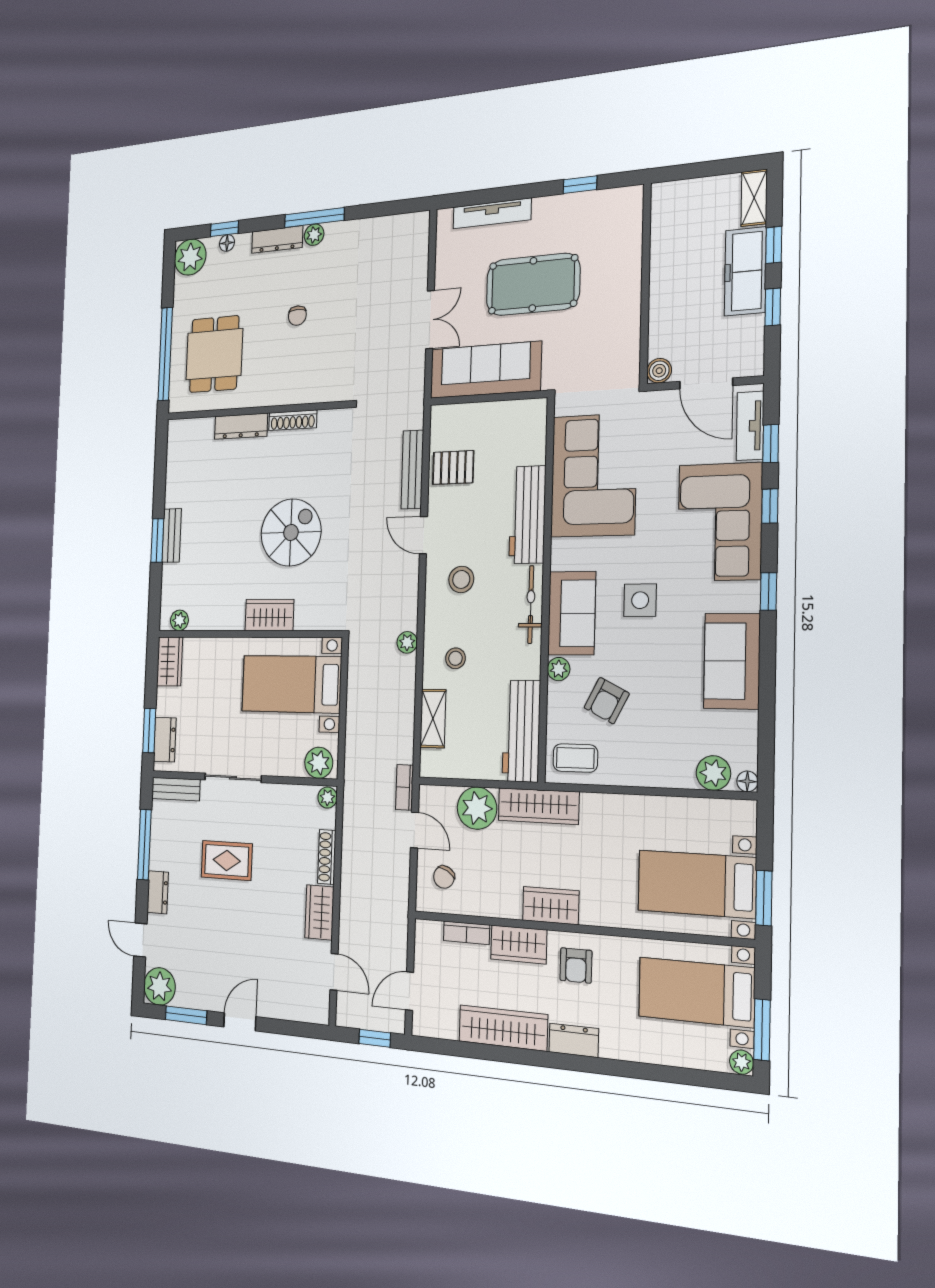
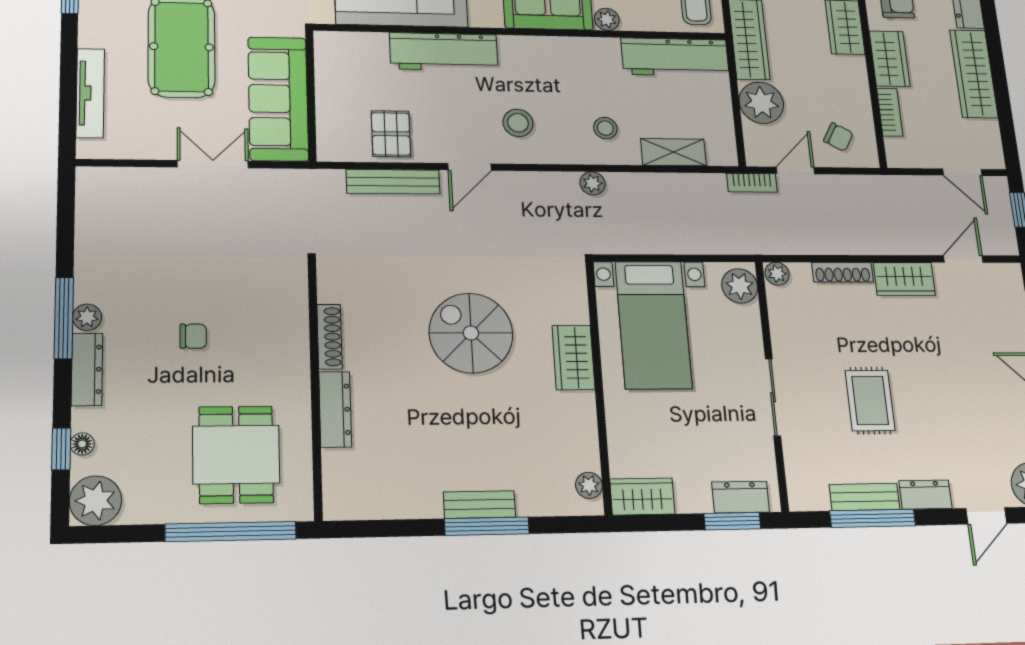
dining table: (214, 354) -> (236, 455), turned 90
window: (157, 541) -> (487, 526), width x1.44
bicycle: (531, 605) -> (541, 48), removed
bench: (176, 789) -> (864, 497), moved, turned 90

